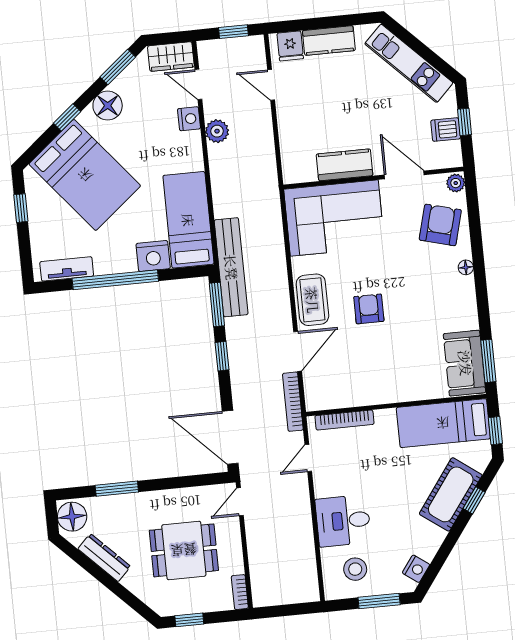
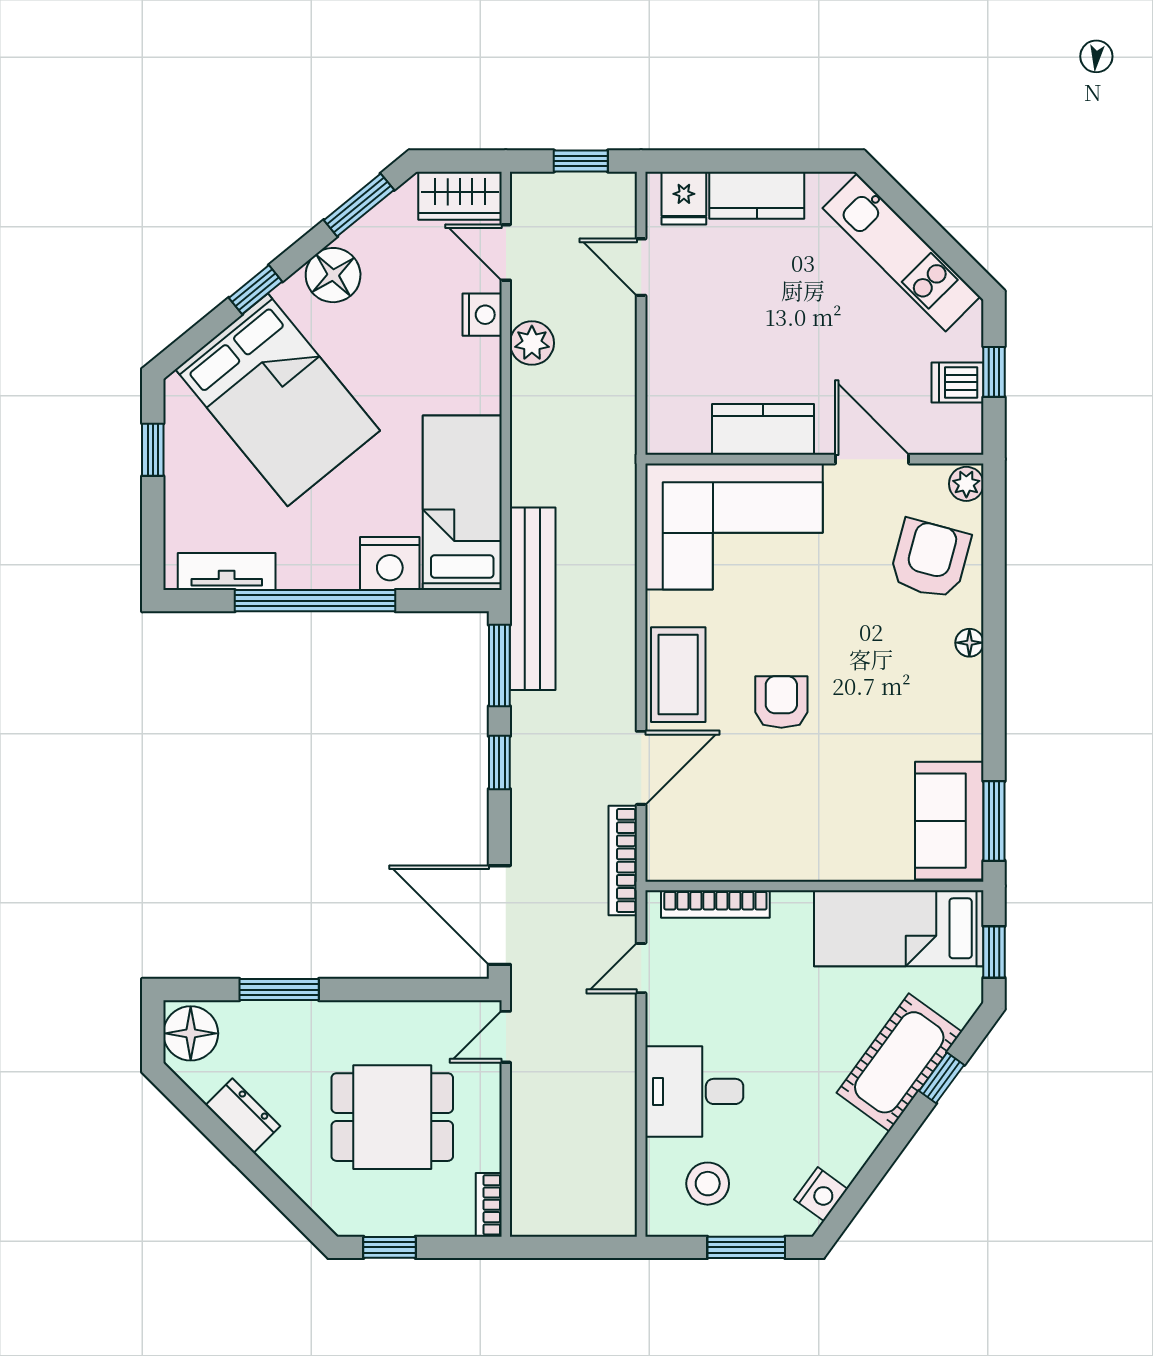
dresser: (104, 558) -> (243, 1116), width x0.70

